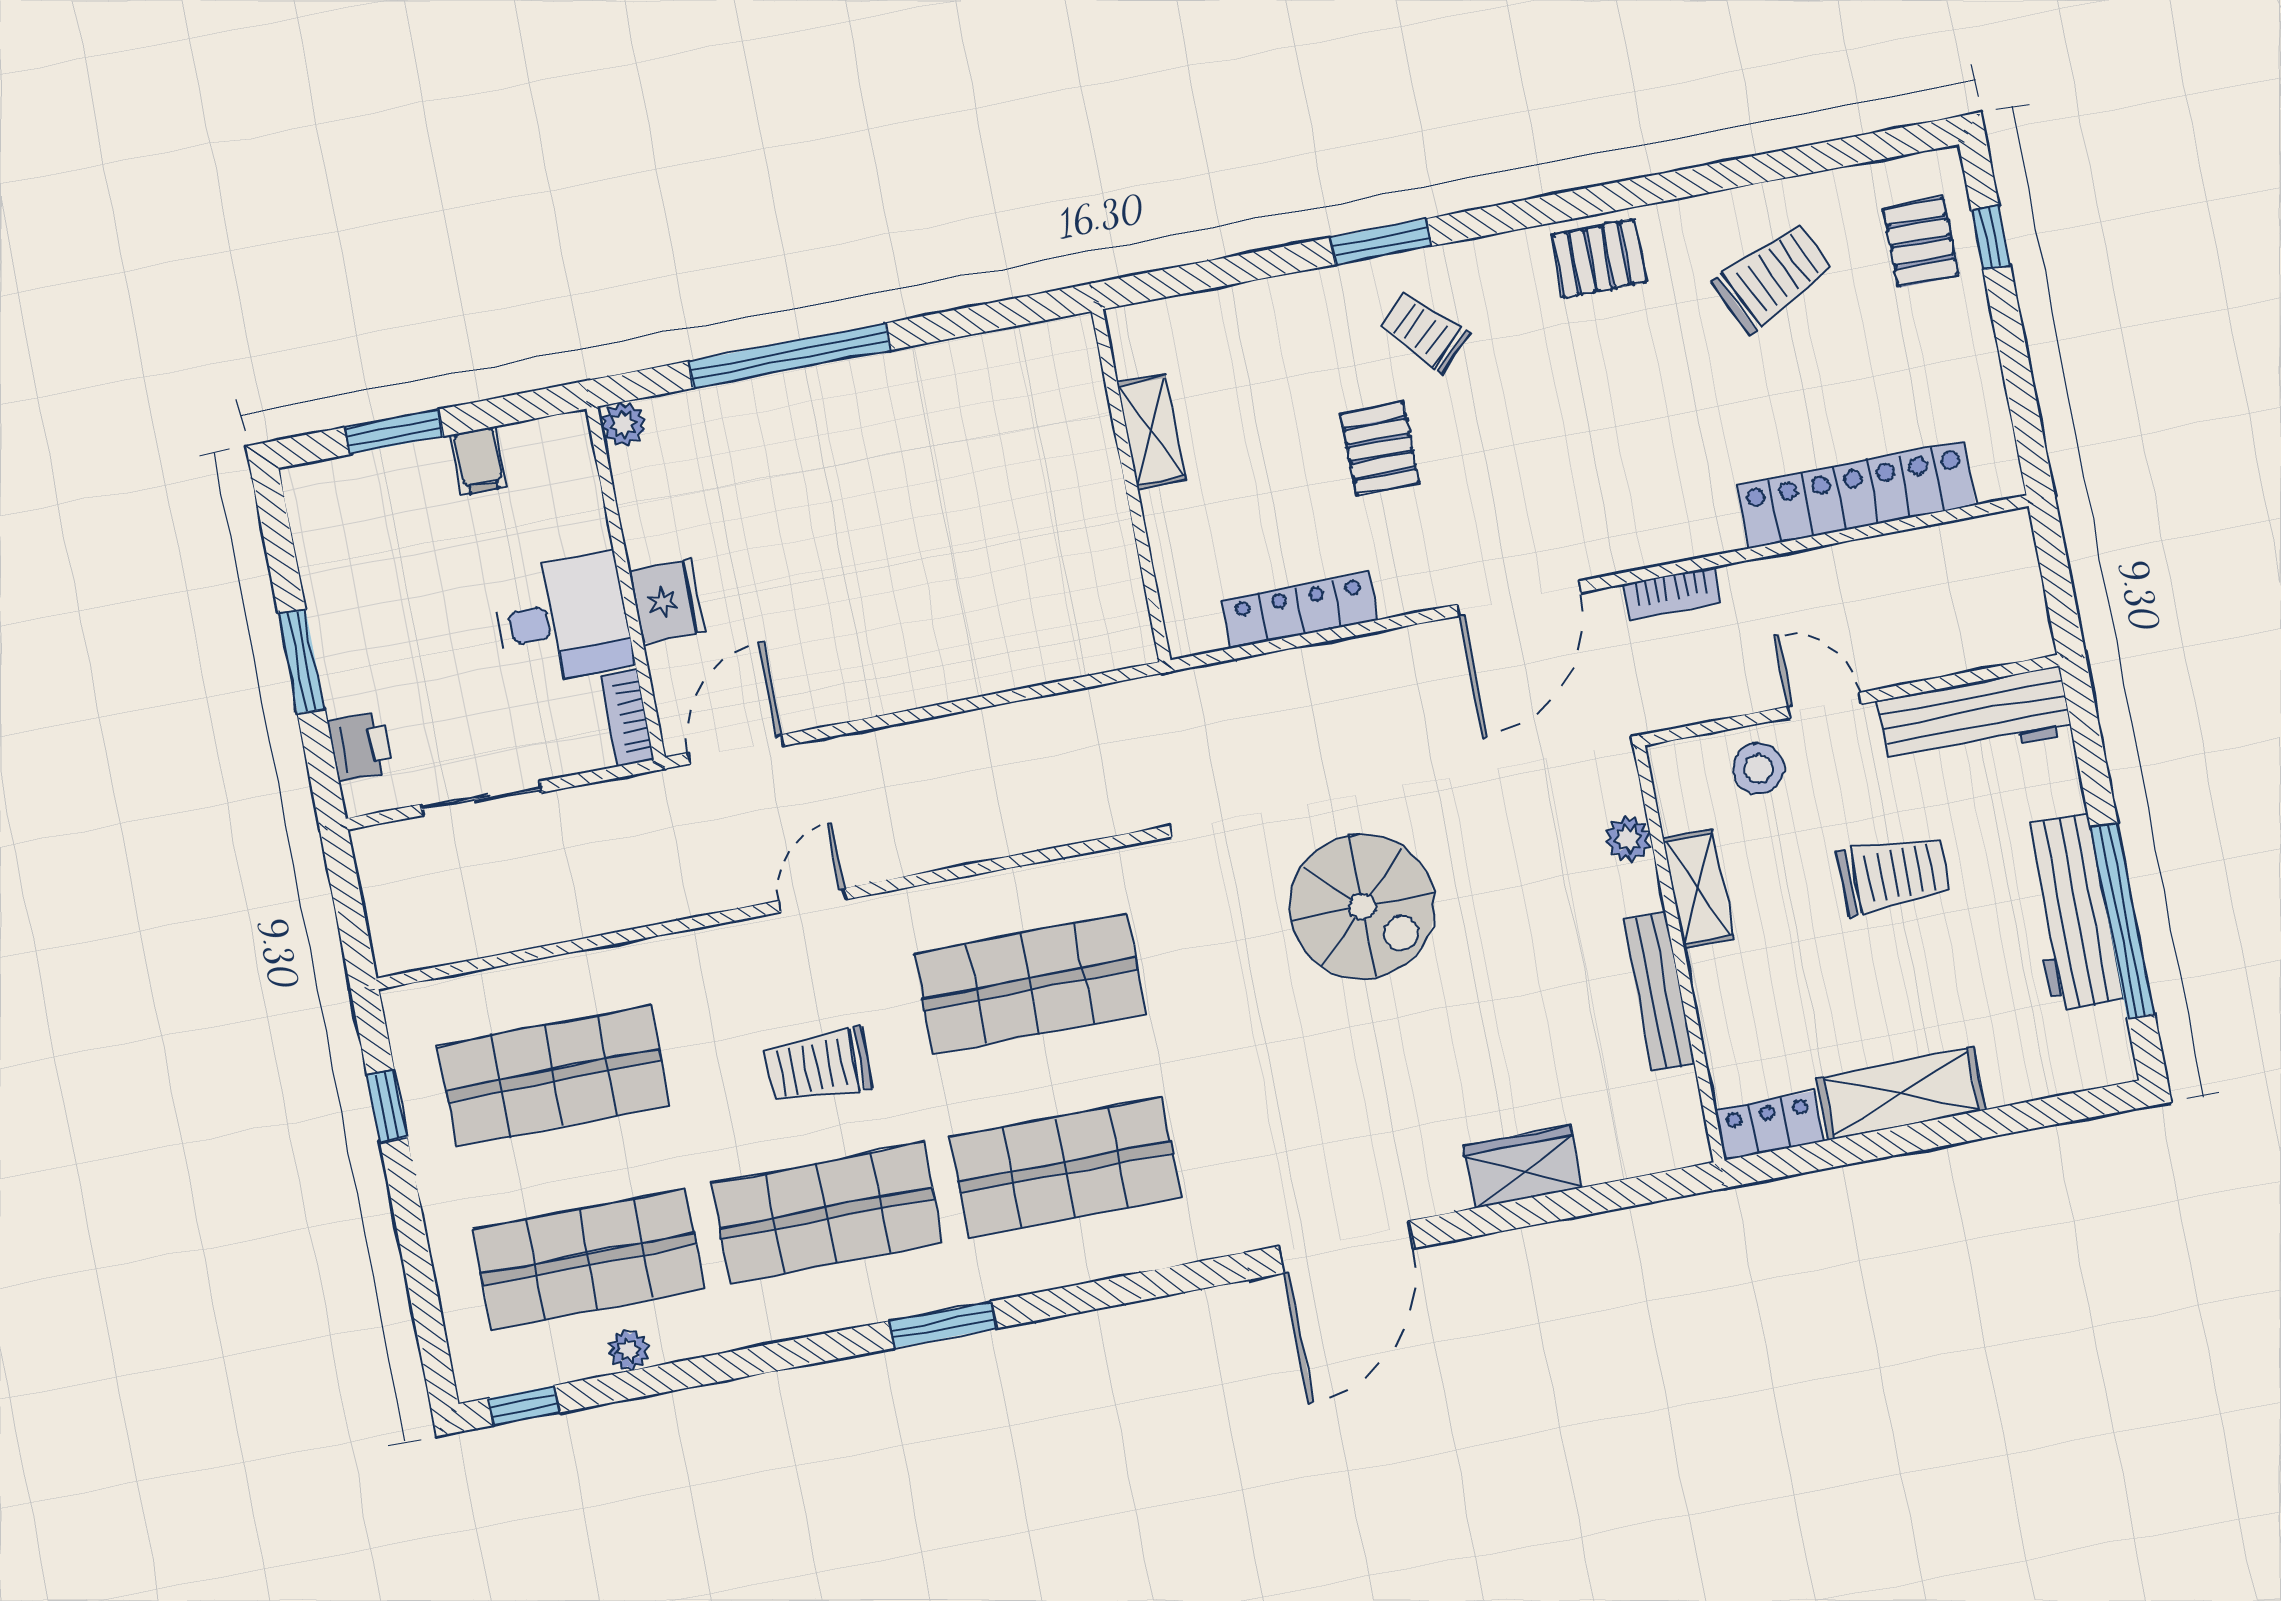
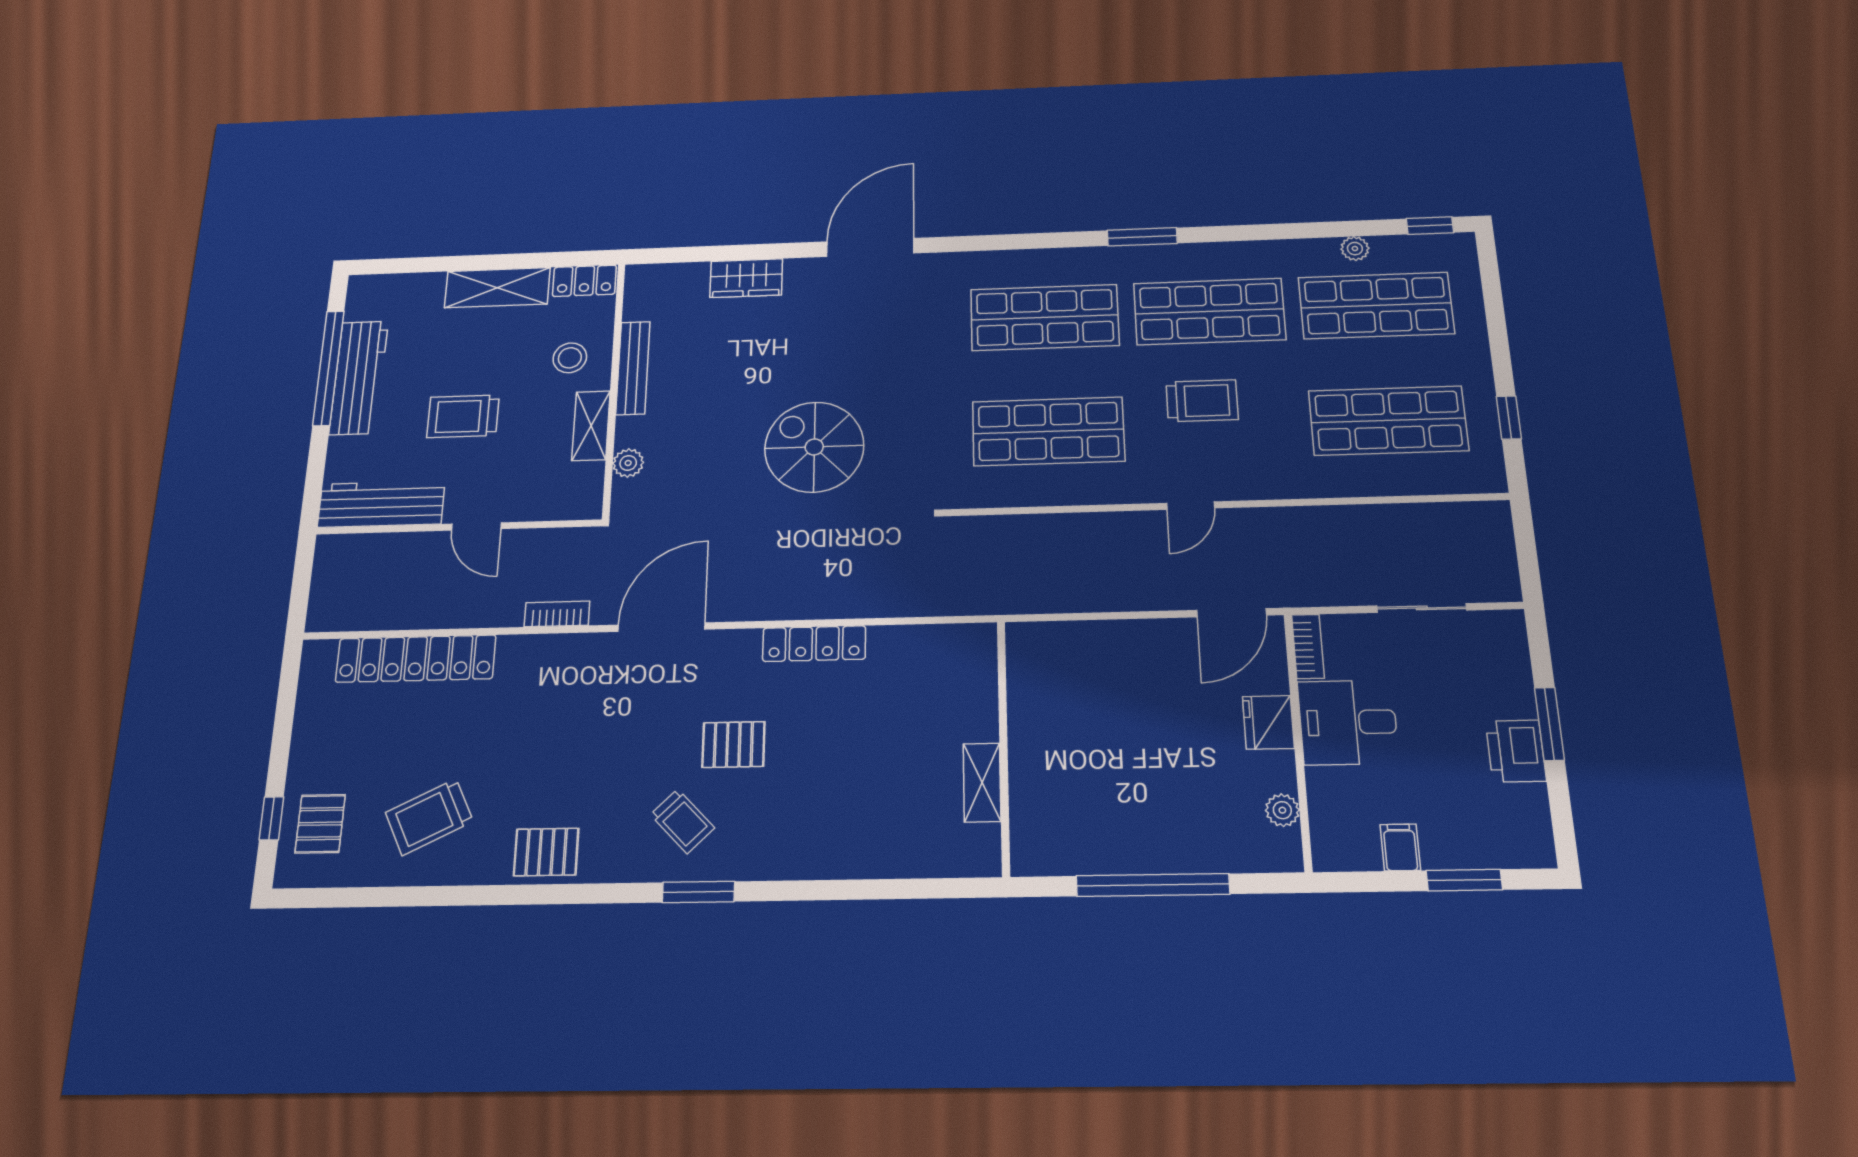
plant: (623, 424) -> (1282, 810), moved
shelving: (1151, 431) -> (982, 782), moved
pallet: (1380, 448) -> (733, 745), turned 90
wall: (1131, 486) -> (1003, 746), moved
printer: (360, 747) -> (1516, 751), moved, width x1.36, depth x1.24
stool: (1759, 768) -> (570, 358), moved

